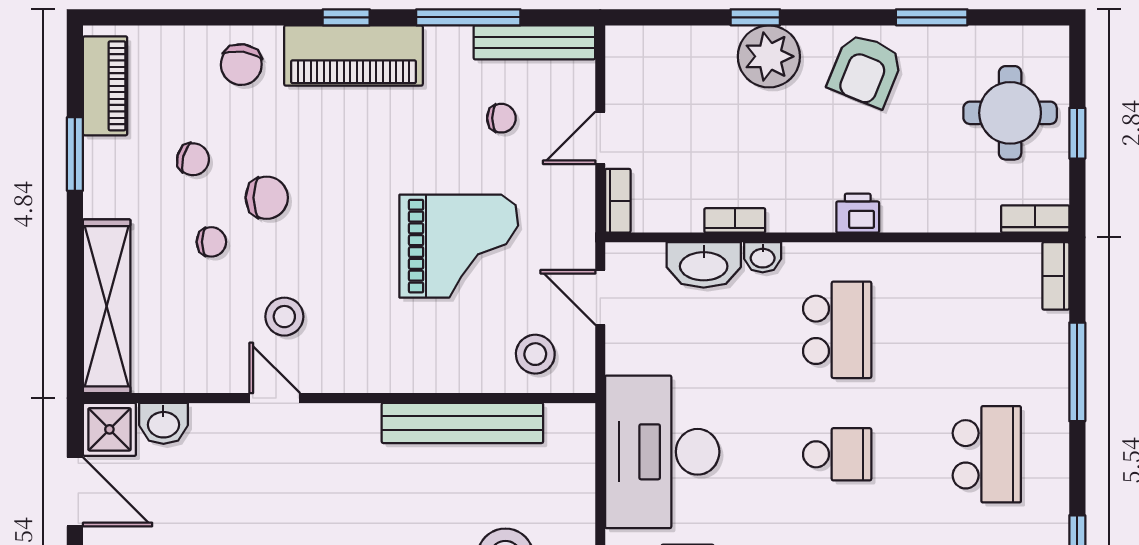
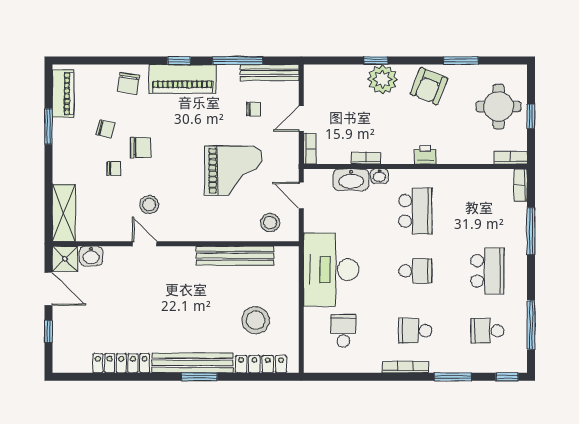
shelving: (107, 306) -> (64, 213), width x0.68

